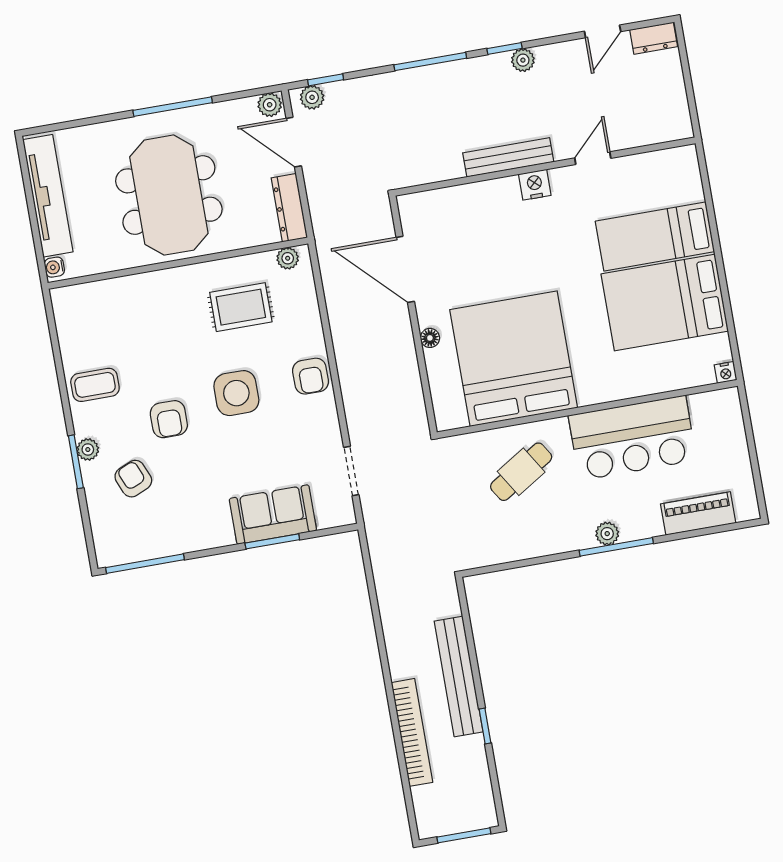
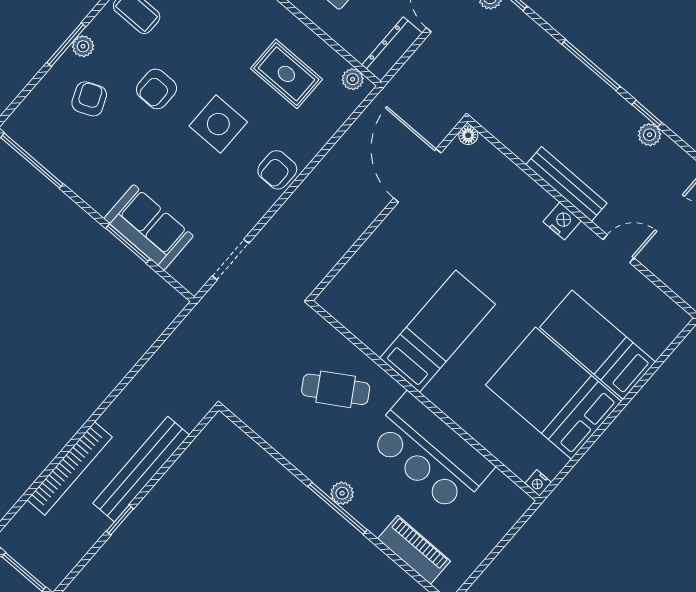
floor lamp: (430, 338) -> (468, 135), moved
bed: (514, 359) -> (438, 331), width x0.49

